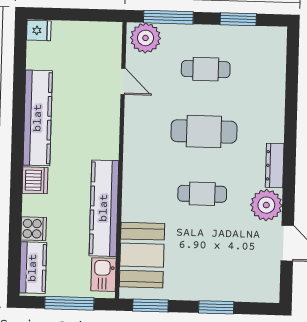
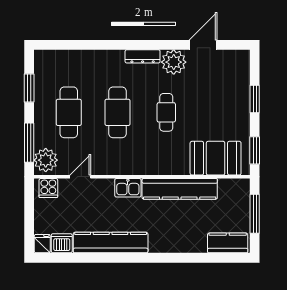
cafe table: (206, 69) -> (69, 112), width x1.37, depth x1.35
dishwasher: (35, 180) -> (62, 243), moved
cooker: (34, 229) -> (48, 188), moved, turned 180
kitchen sink: (103, 275) -> (128, 188), moved

